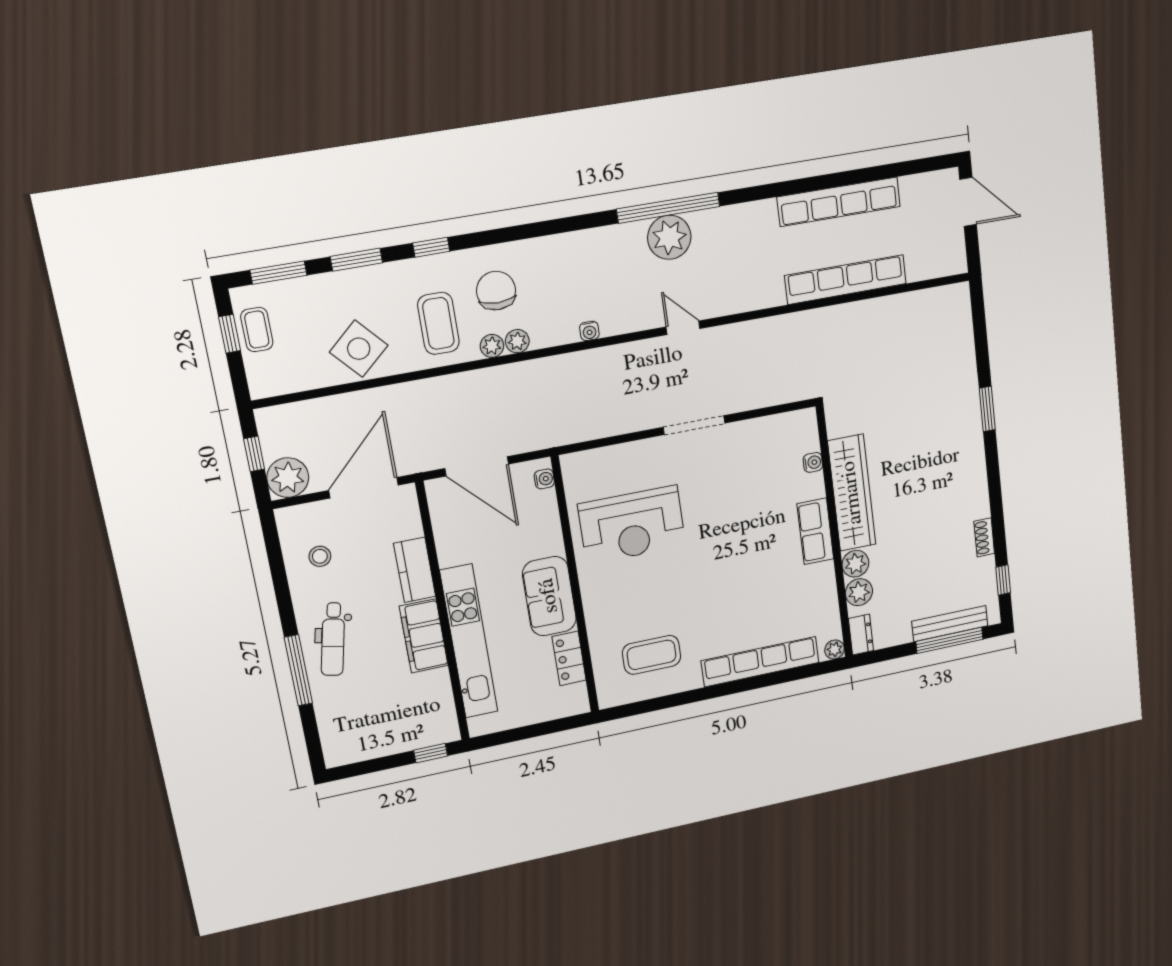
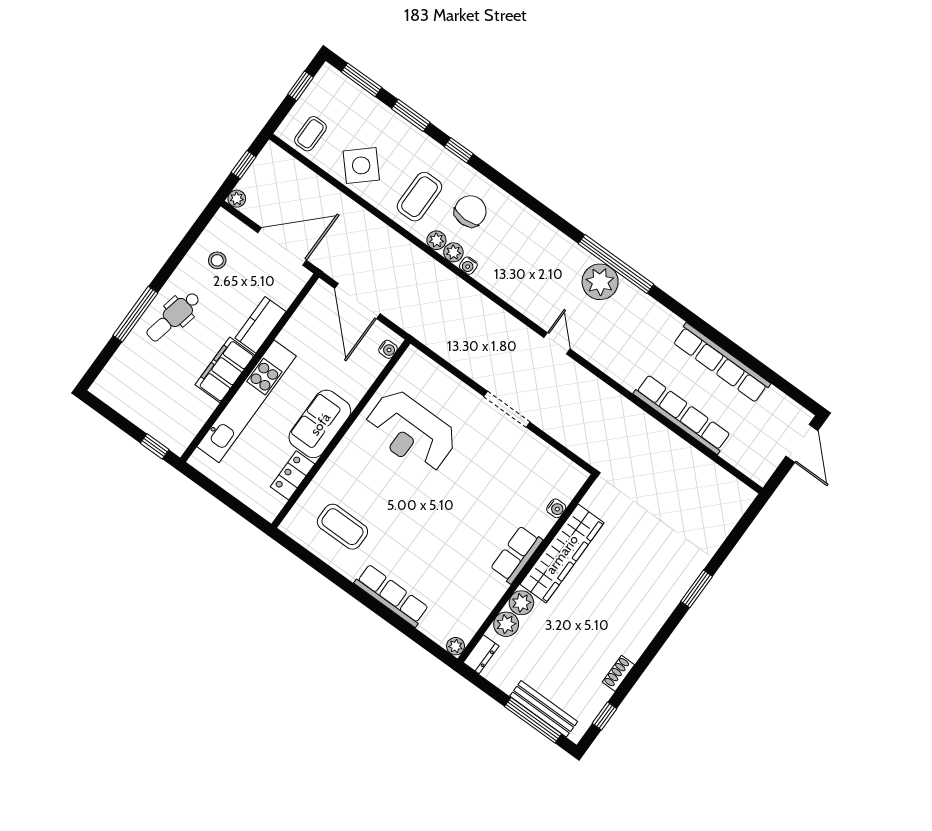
coffee table: (257, 330) -> (310, 134), moved
water cooler: (589, 331) -> (468, 266), moved
plant: (288, 478) -> (237, 199), width x0.53, depth x0.53
row of seats: (760, 662) -> (392, 596), width x0.73

